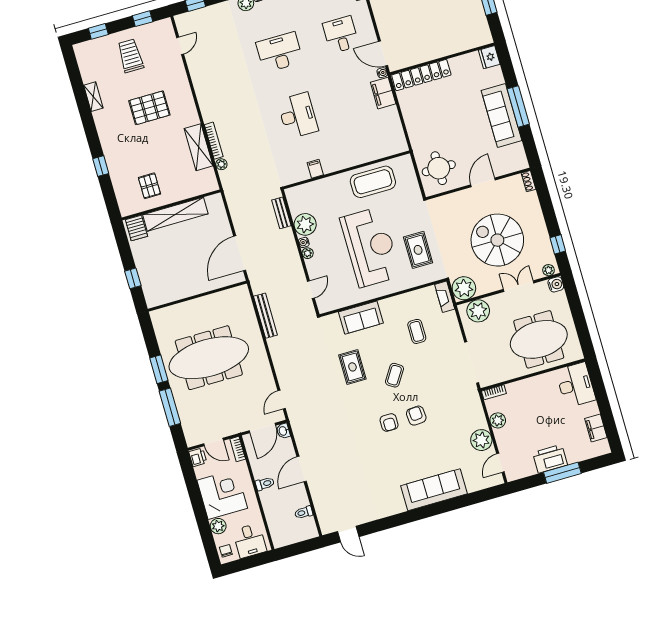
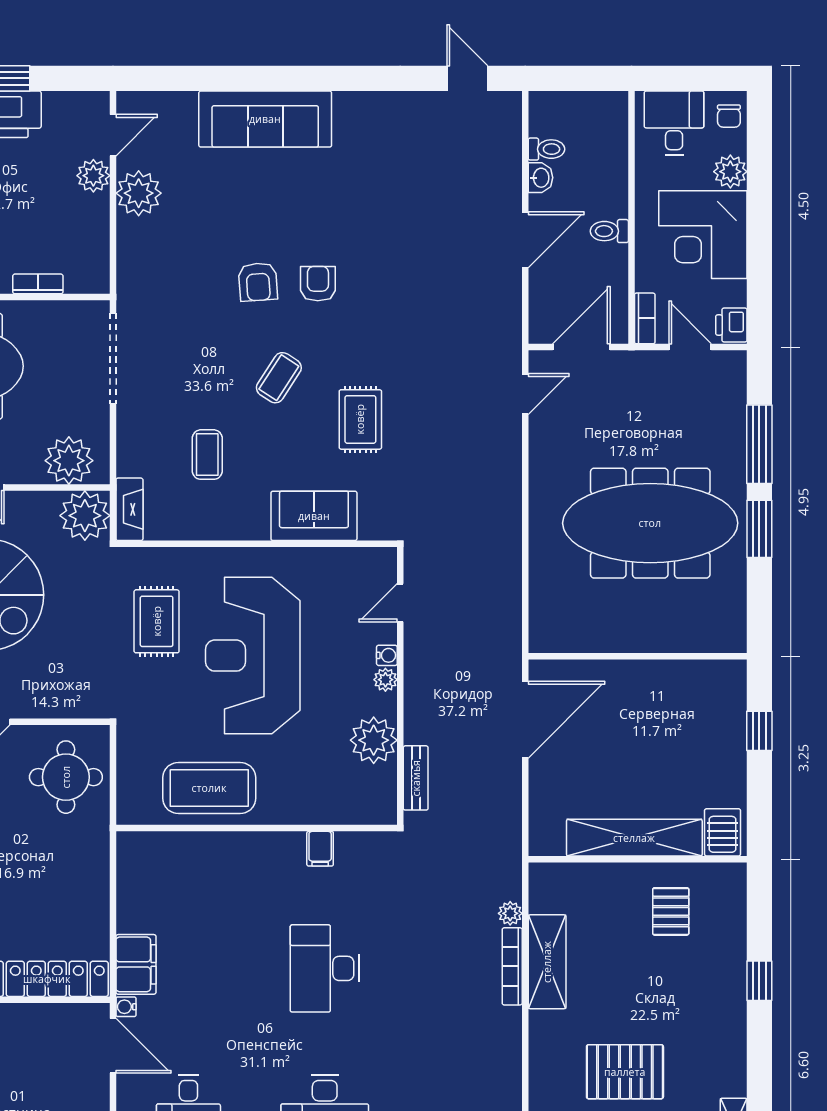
water cooler: (304, 242) -> (387, 655), moved
bench: (265, 316) -> (509, 576), removed
bookcase: (494, 392) -> (38, 284), moved
plant: (498, 420) -> (93, 176), moved
washbasin: (283, 431) -> (540, 178), moved

